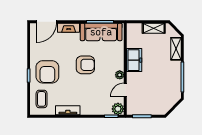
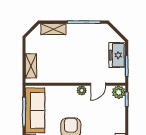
shelving: (154, 28) -> (31, 66), moved
freezer: (134, 60) -> (117, 55), moved, turned -90
door: (125, 90) -> (98, 84), hinge flipped

